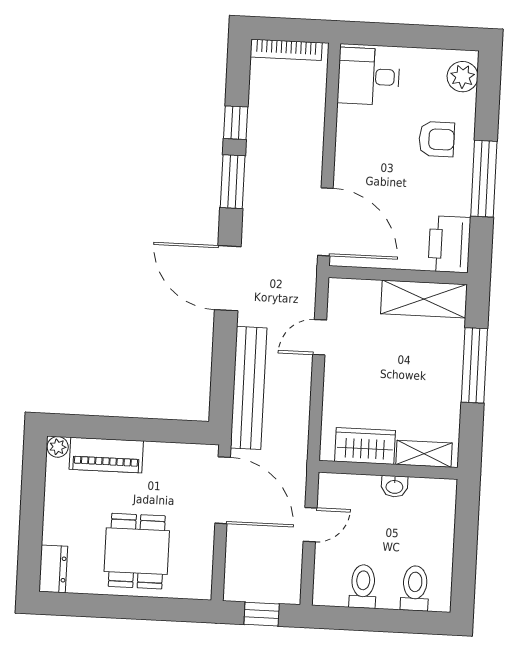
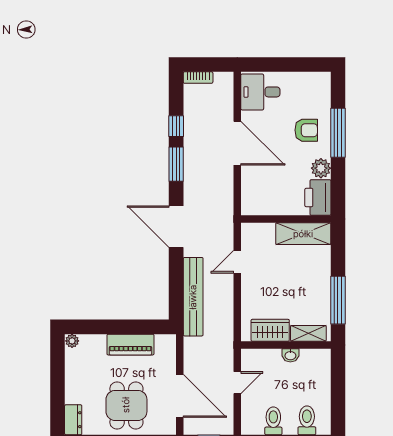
bookcase: (286, 50) -> (198, 78), width x0.64
plant: (463, 77) -> (321, 168), moved
window: (484, 179) -> (338, 133), moved
door: (325, 222) -> (237, 143), moved
window: (474, 365) -> (338, 300), moved
piano: (106, 455) -> (130, 345), moved
door: (223, 490) -> (180, 396), moved

